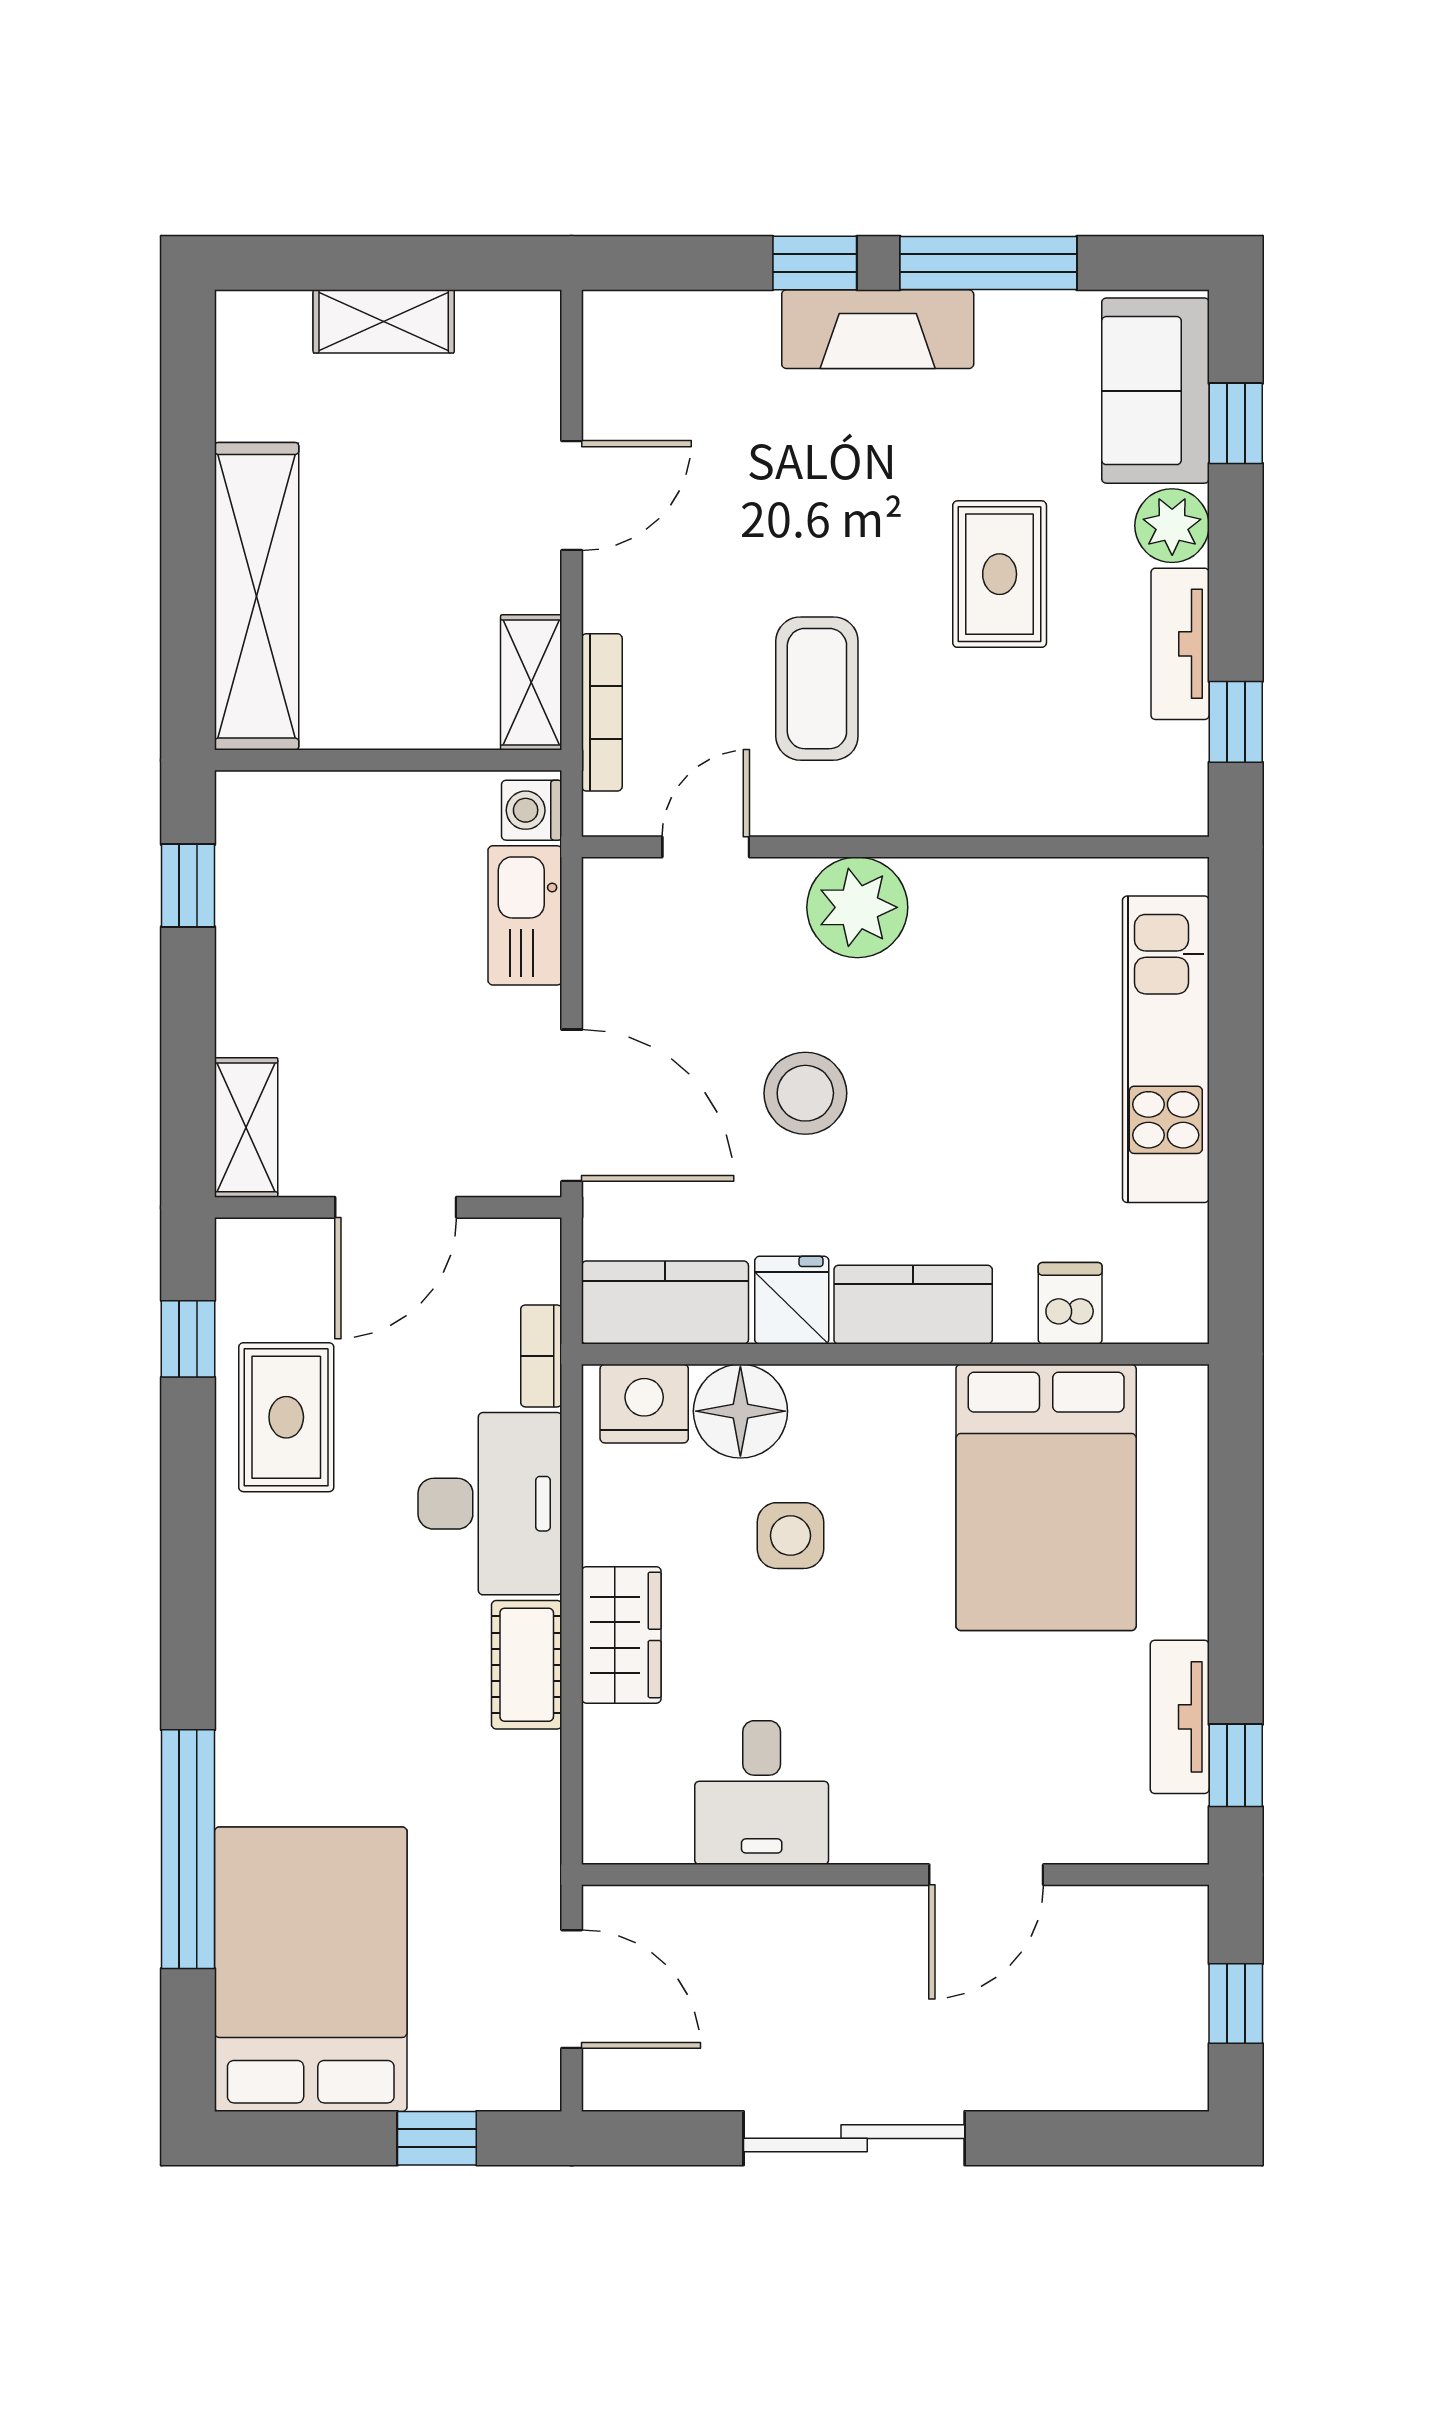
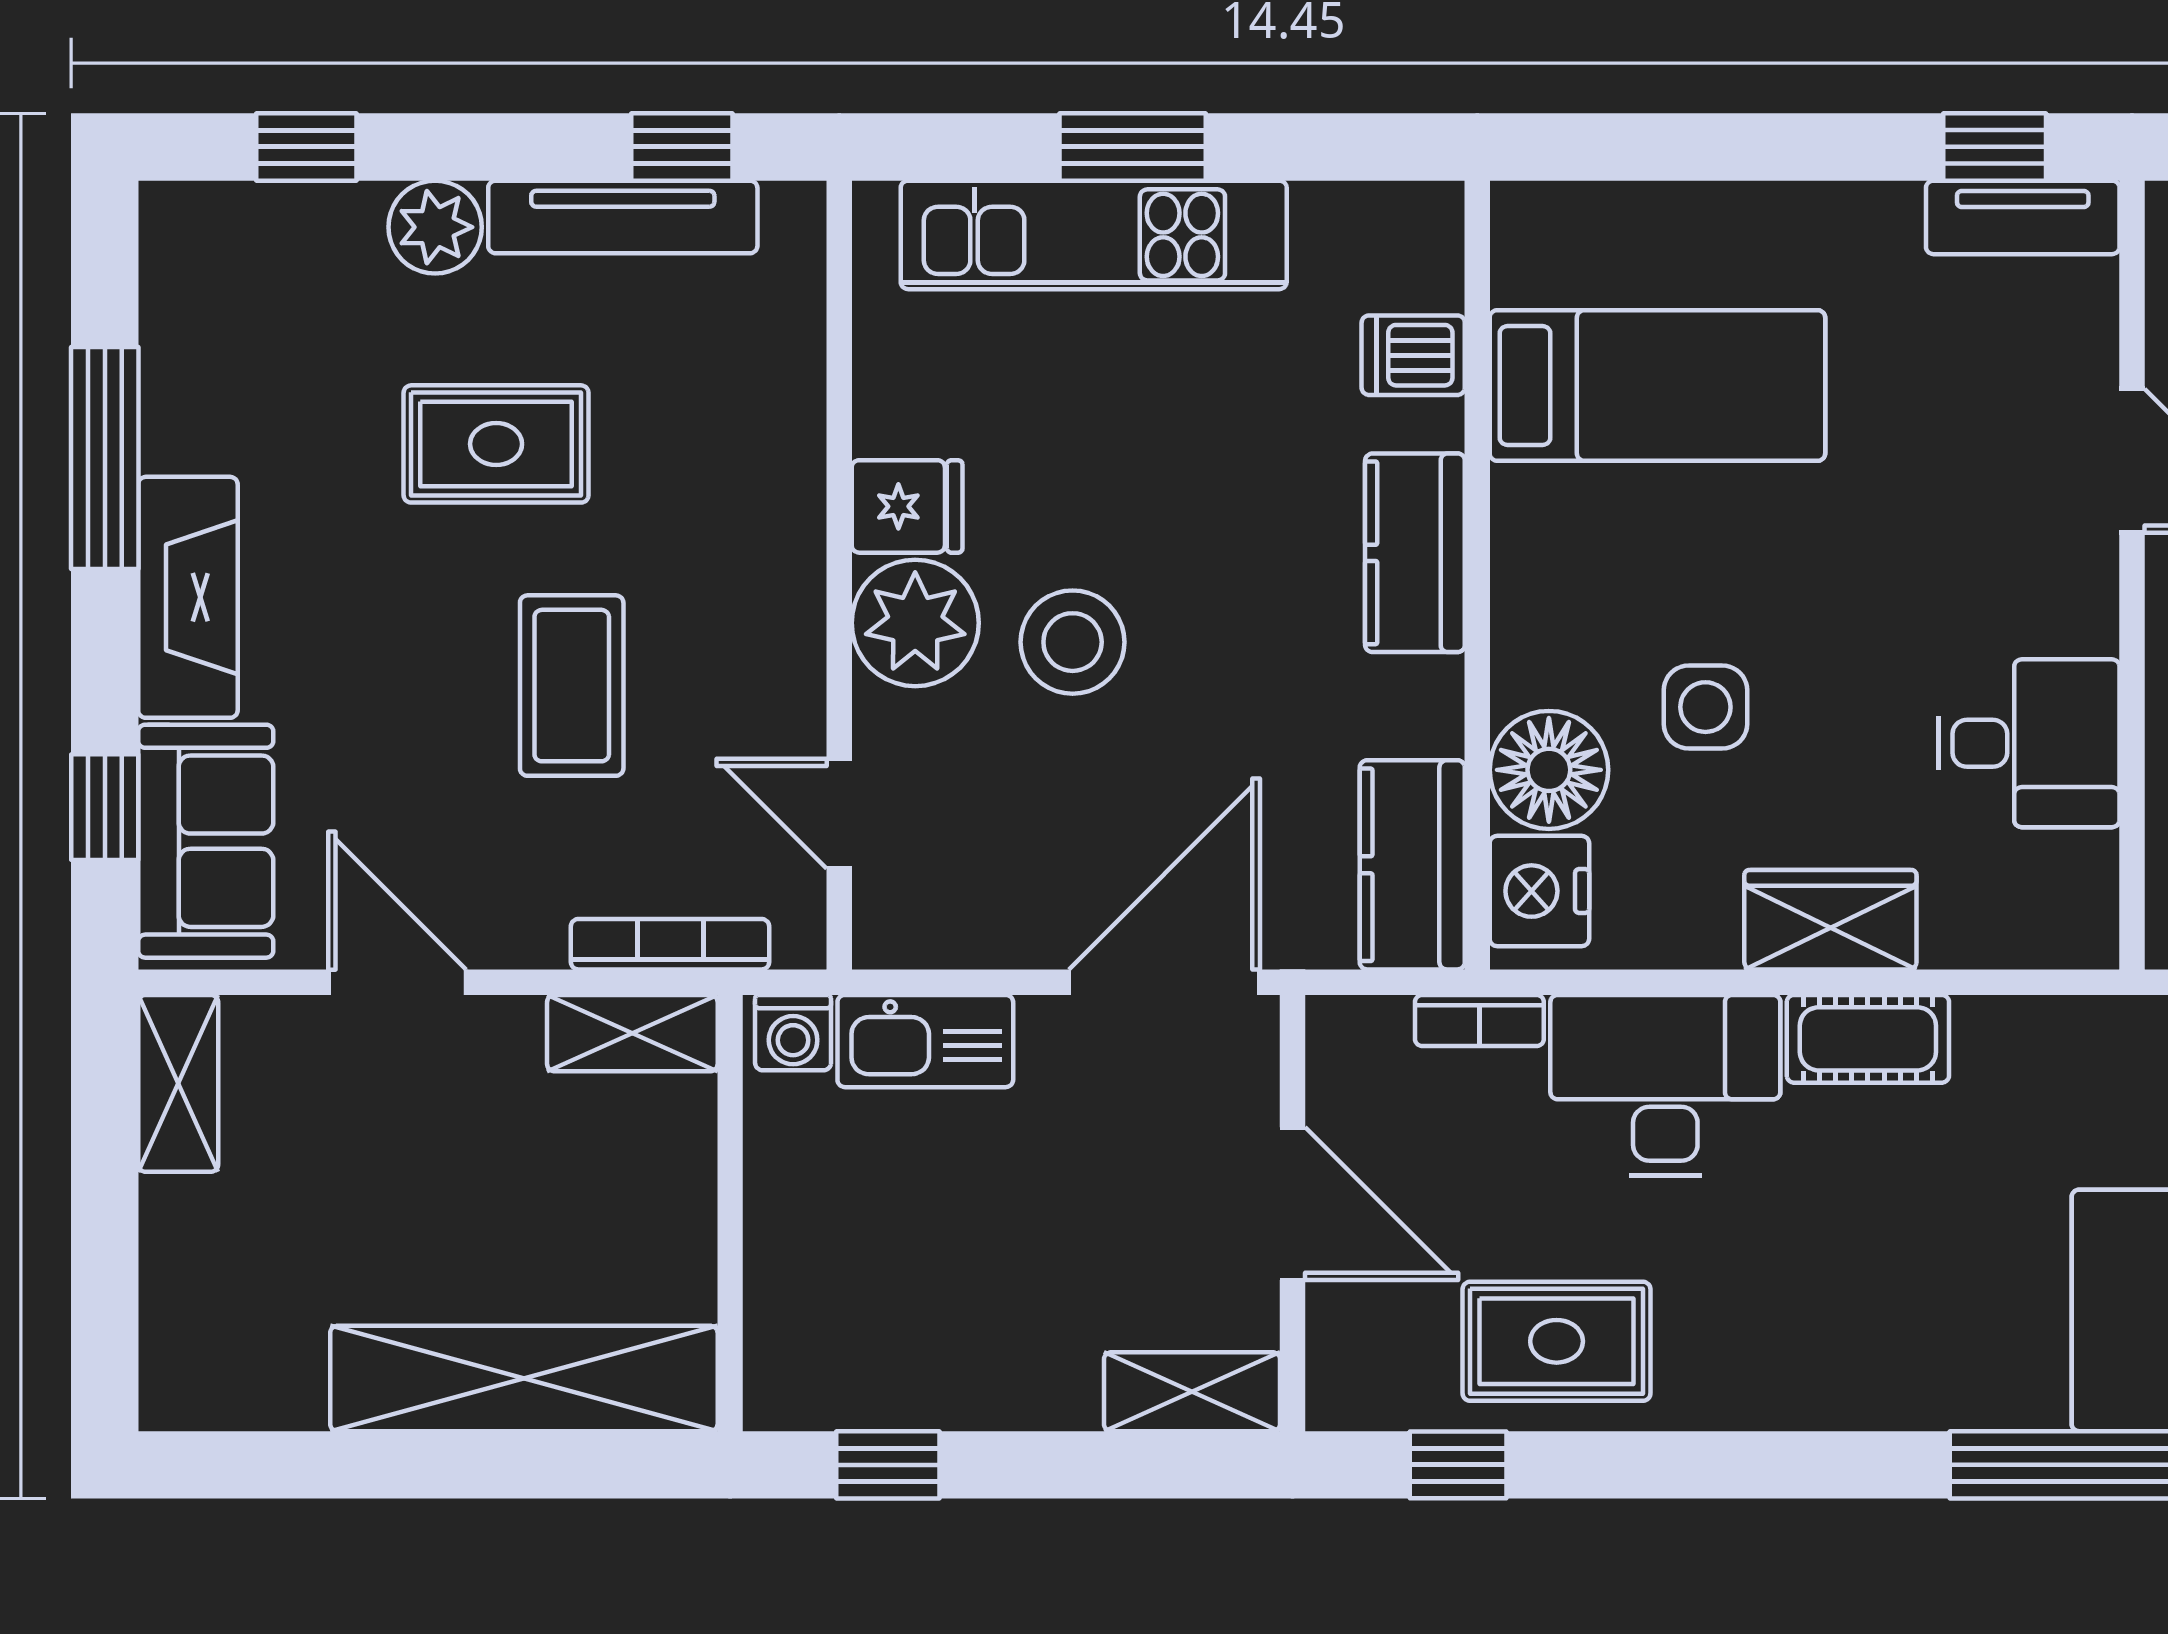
window: (815, 263) -> (105, 807), moved
shelving: (384, 321) -> (178, 1083), moved
sofa: (1155, 391) -> (206, 841), moved, turned -90
tv unit: (1180, 644) -> (623, 217), width x1.41
coffee table: (817, 689) -> (572, 686), moved, turned 90
window: (1236, 1080) -> (1133, 147), added
stool: (805, 1093) -> (1073, 642), moved
fridge: (792, 1300) -> (907, 506), moved, turned 180
bed: (1046, 1497) -> (1657, 385), width x0.67
tv unit: (1180, 1717) -> (2023, 217), moved

